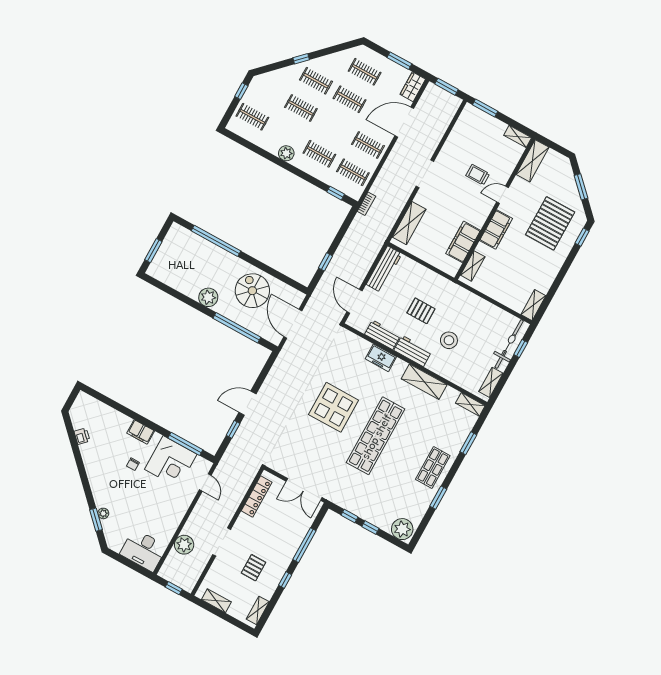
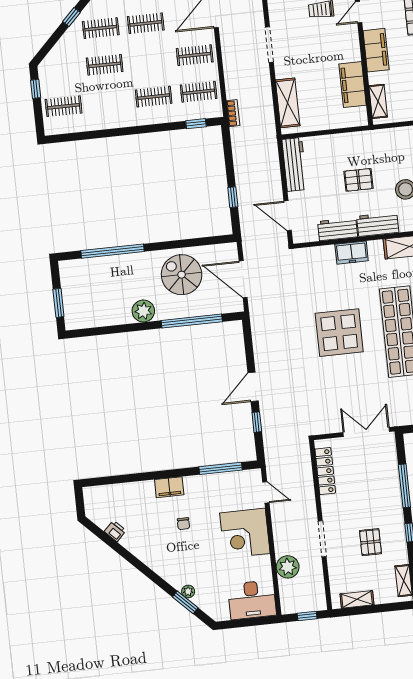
plant: (286, 153) -> (121, 119), removed
corner desk: (171, 462) -> (245, 533), moved, turned 90
double door: (304, 489) -> (366, 432), swing flipped

